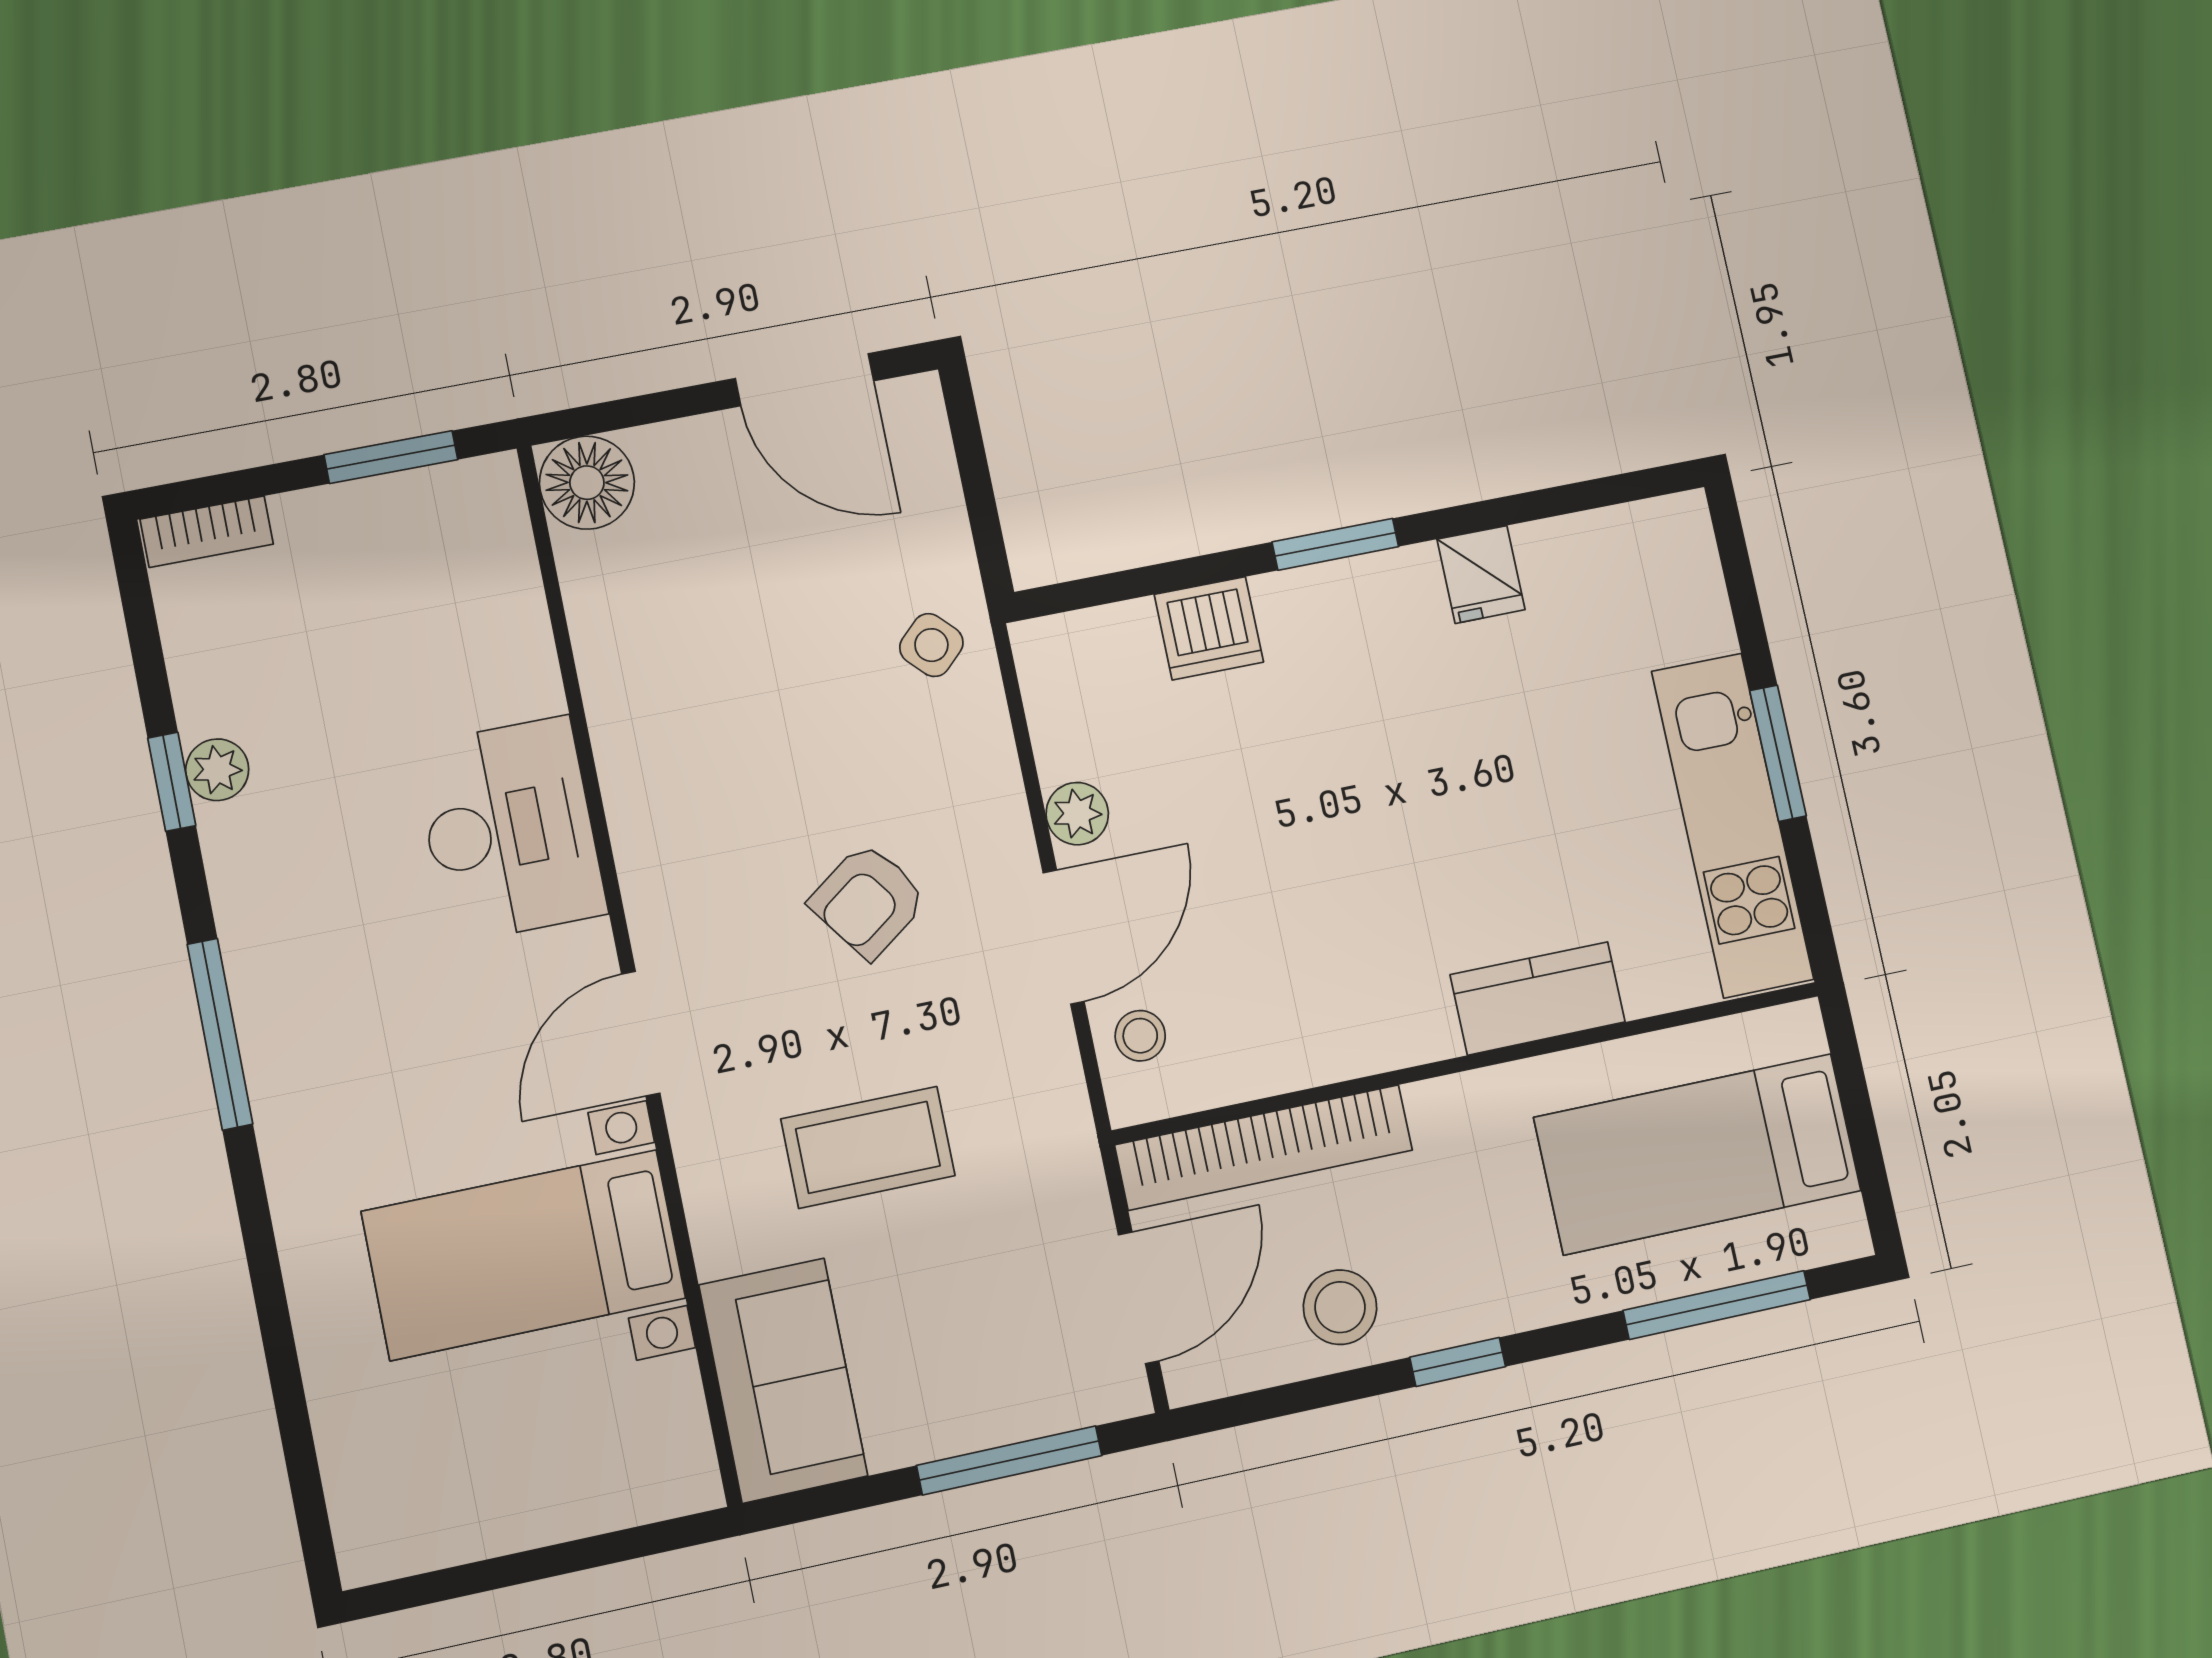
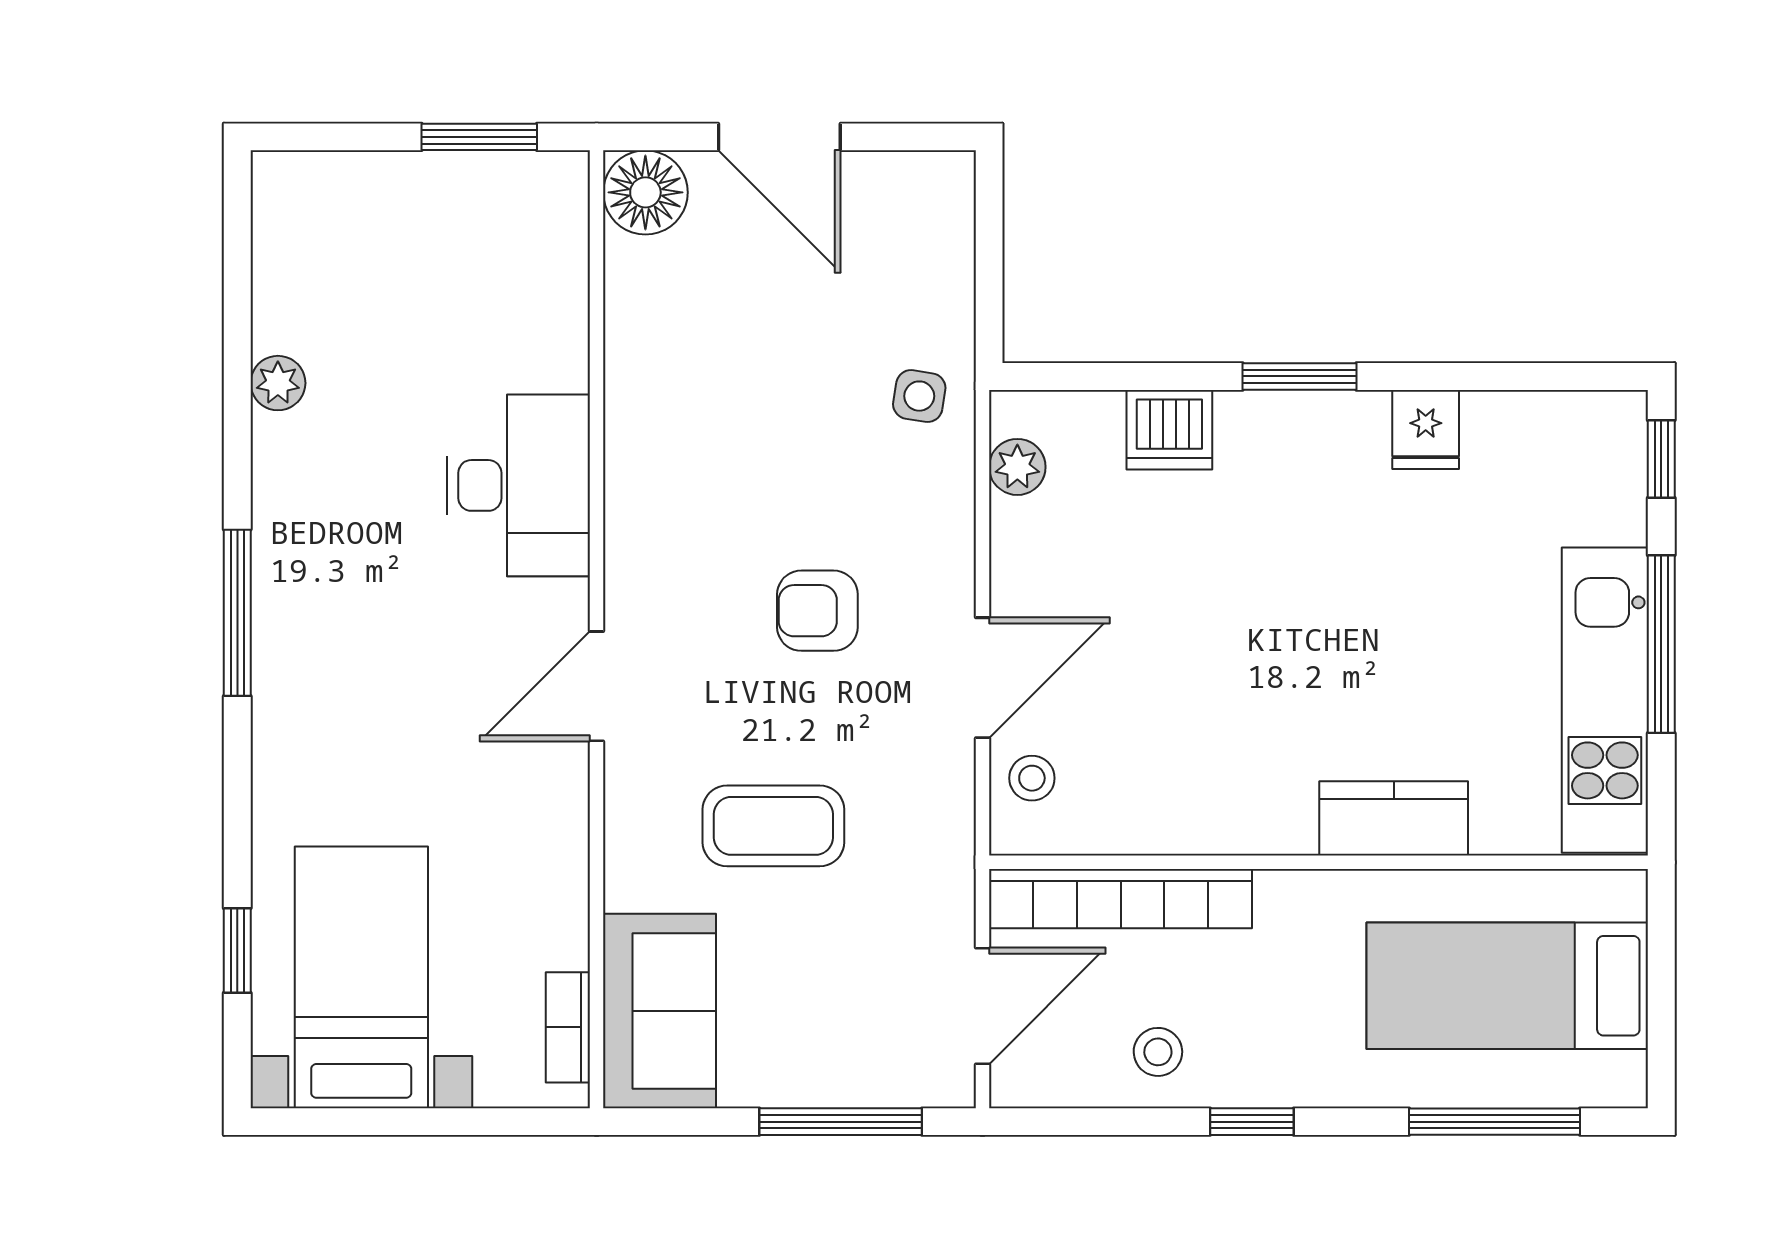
door: (805, 380) -> (779, 137), moved
bookcase: (207, 532) -> (568, 1027), moved, turned 90
window: (1734, 557) -> (1661, 459), added
side table: (931, 645) -> (919, 396), turned -37
window: (1778, 753) -> (1661, 644), width x1.44
window: (172, 782) -> (237, 950), moved
plant: (1077, 814) -> (1017, 467), moved
armchair: (868, 901) -> (817, 611), turned 36
bed with nightstands: (524, 1255) -> (361, 977), moved, turned 90
stool: (1340, 1307) -> (1158, 1052), width x0.73, depth x0.73

